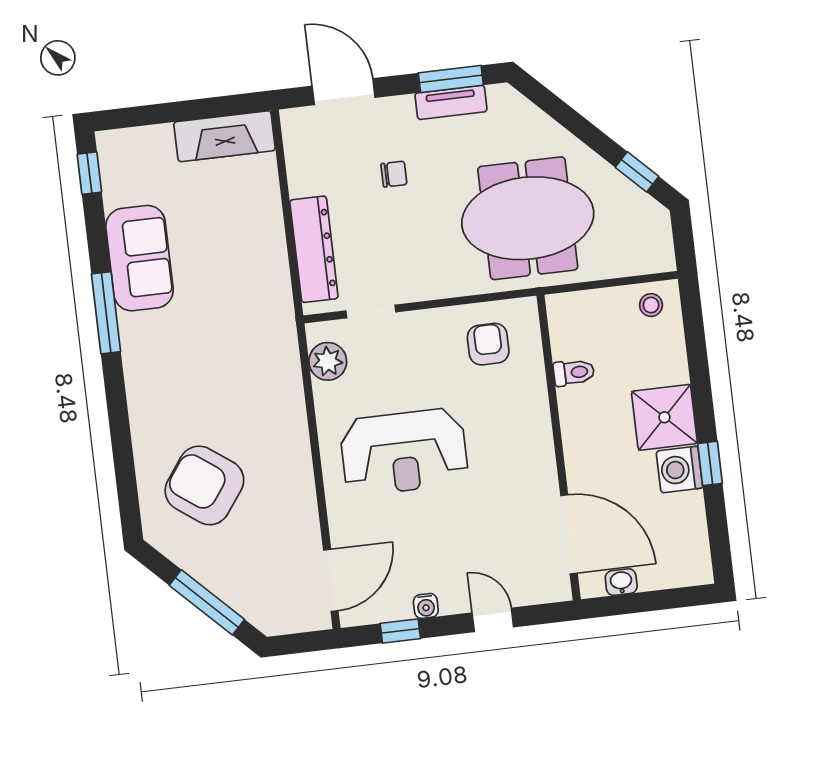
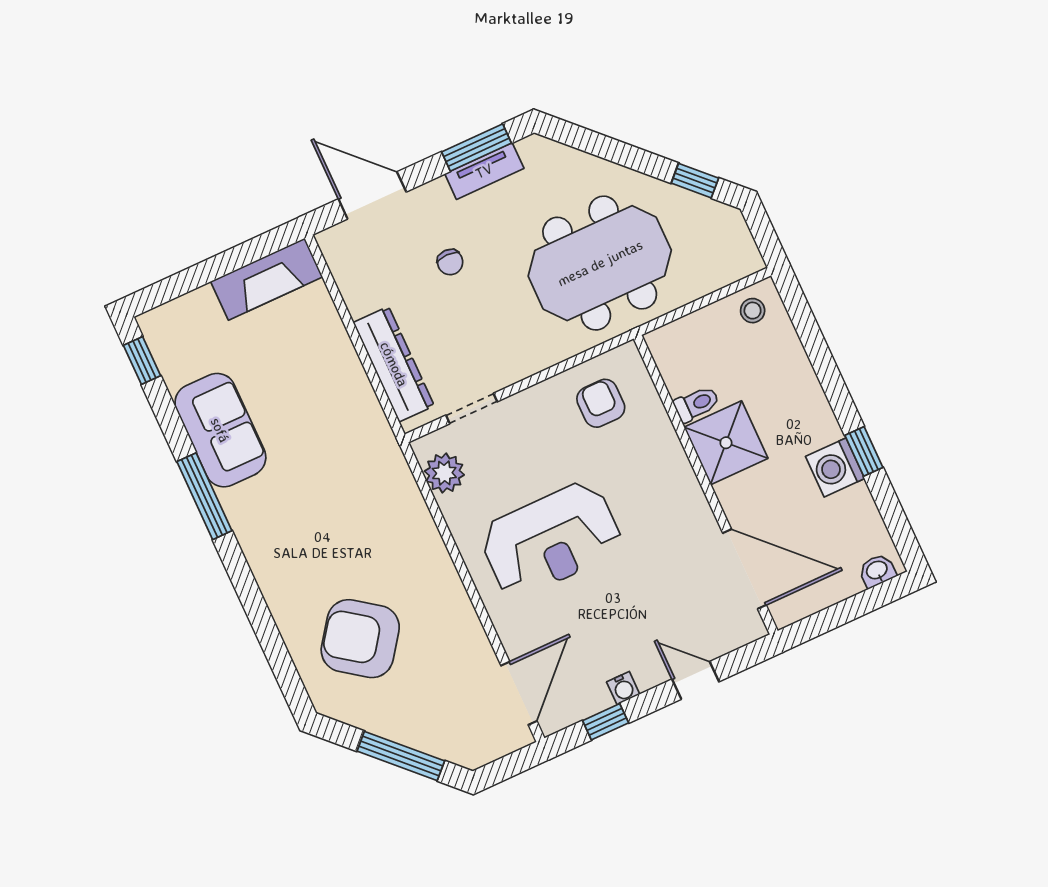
chair: (394, 174) -> (450, 262), turned 90
shower: (664, 417) -> (726, 443), moved
washbasin: (621, 582) -> (877, 571), moved

